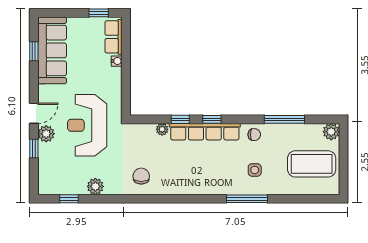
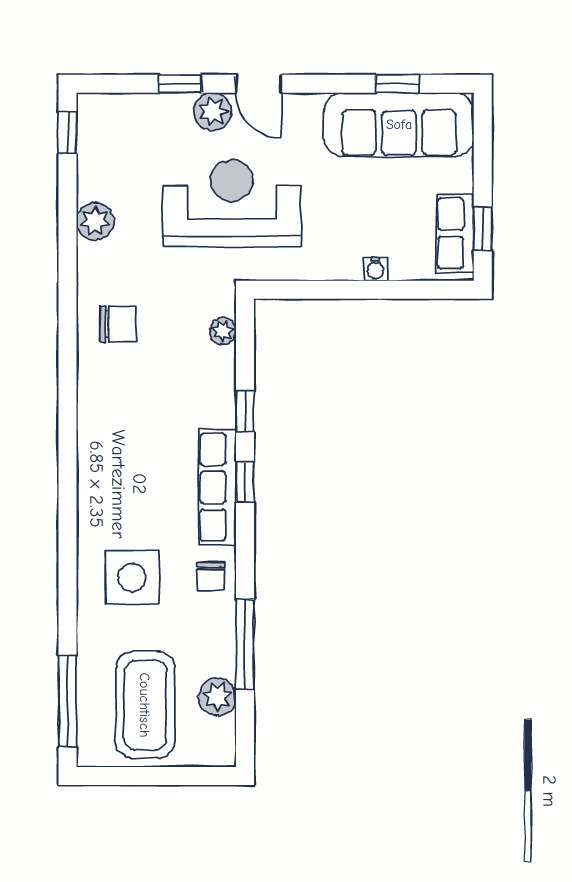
row of seats: (114, 37) -> (455, 233), moved, turned -90
plant: (162, 129) -> (223, 331), moved
row of seats: (205, 132) -> (217, 487), width x0.73
plant: (331, 132) -> (217, 697), moved
side table: (255, 170) -> (132, 577), width x1.87, depth x1.87
window: (69, 199) -> (67, 133), moved
window: (247, 199) -> (67, 701), moved

